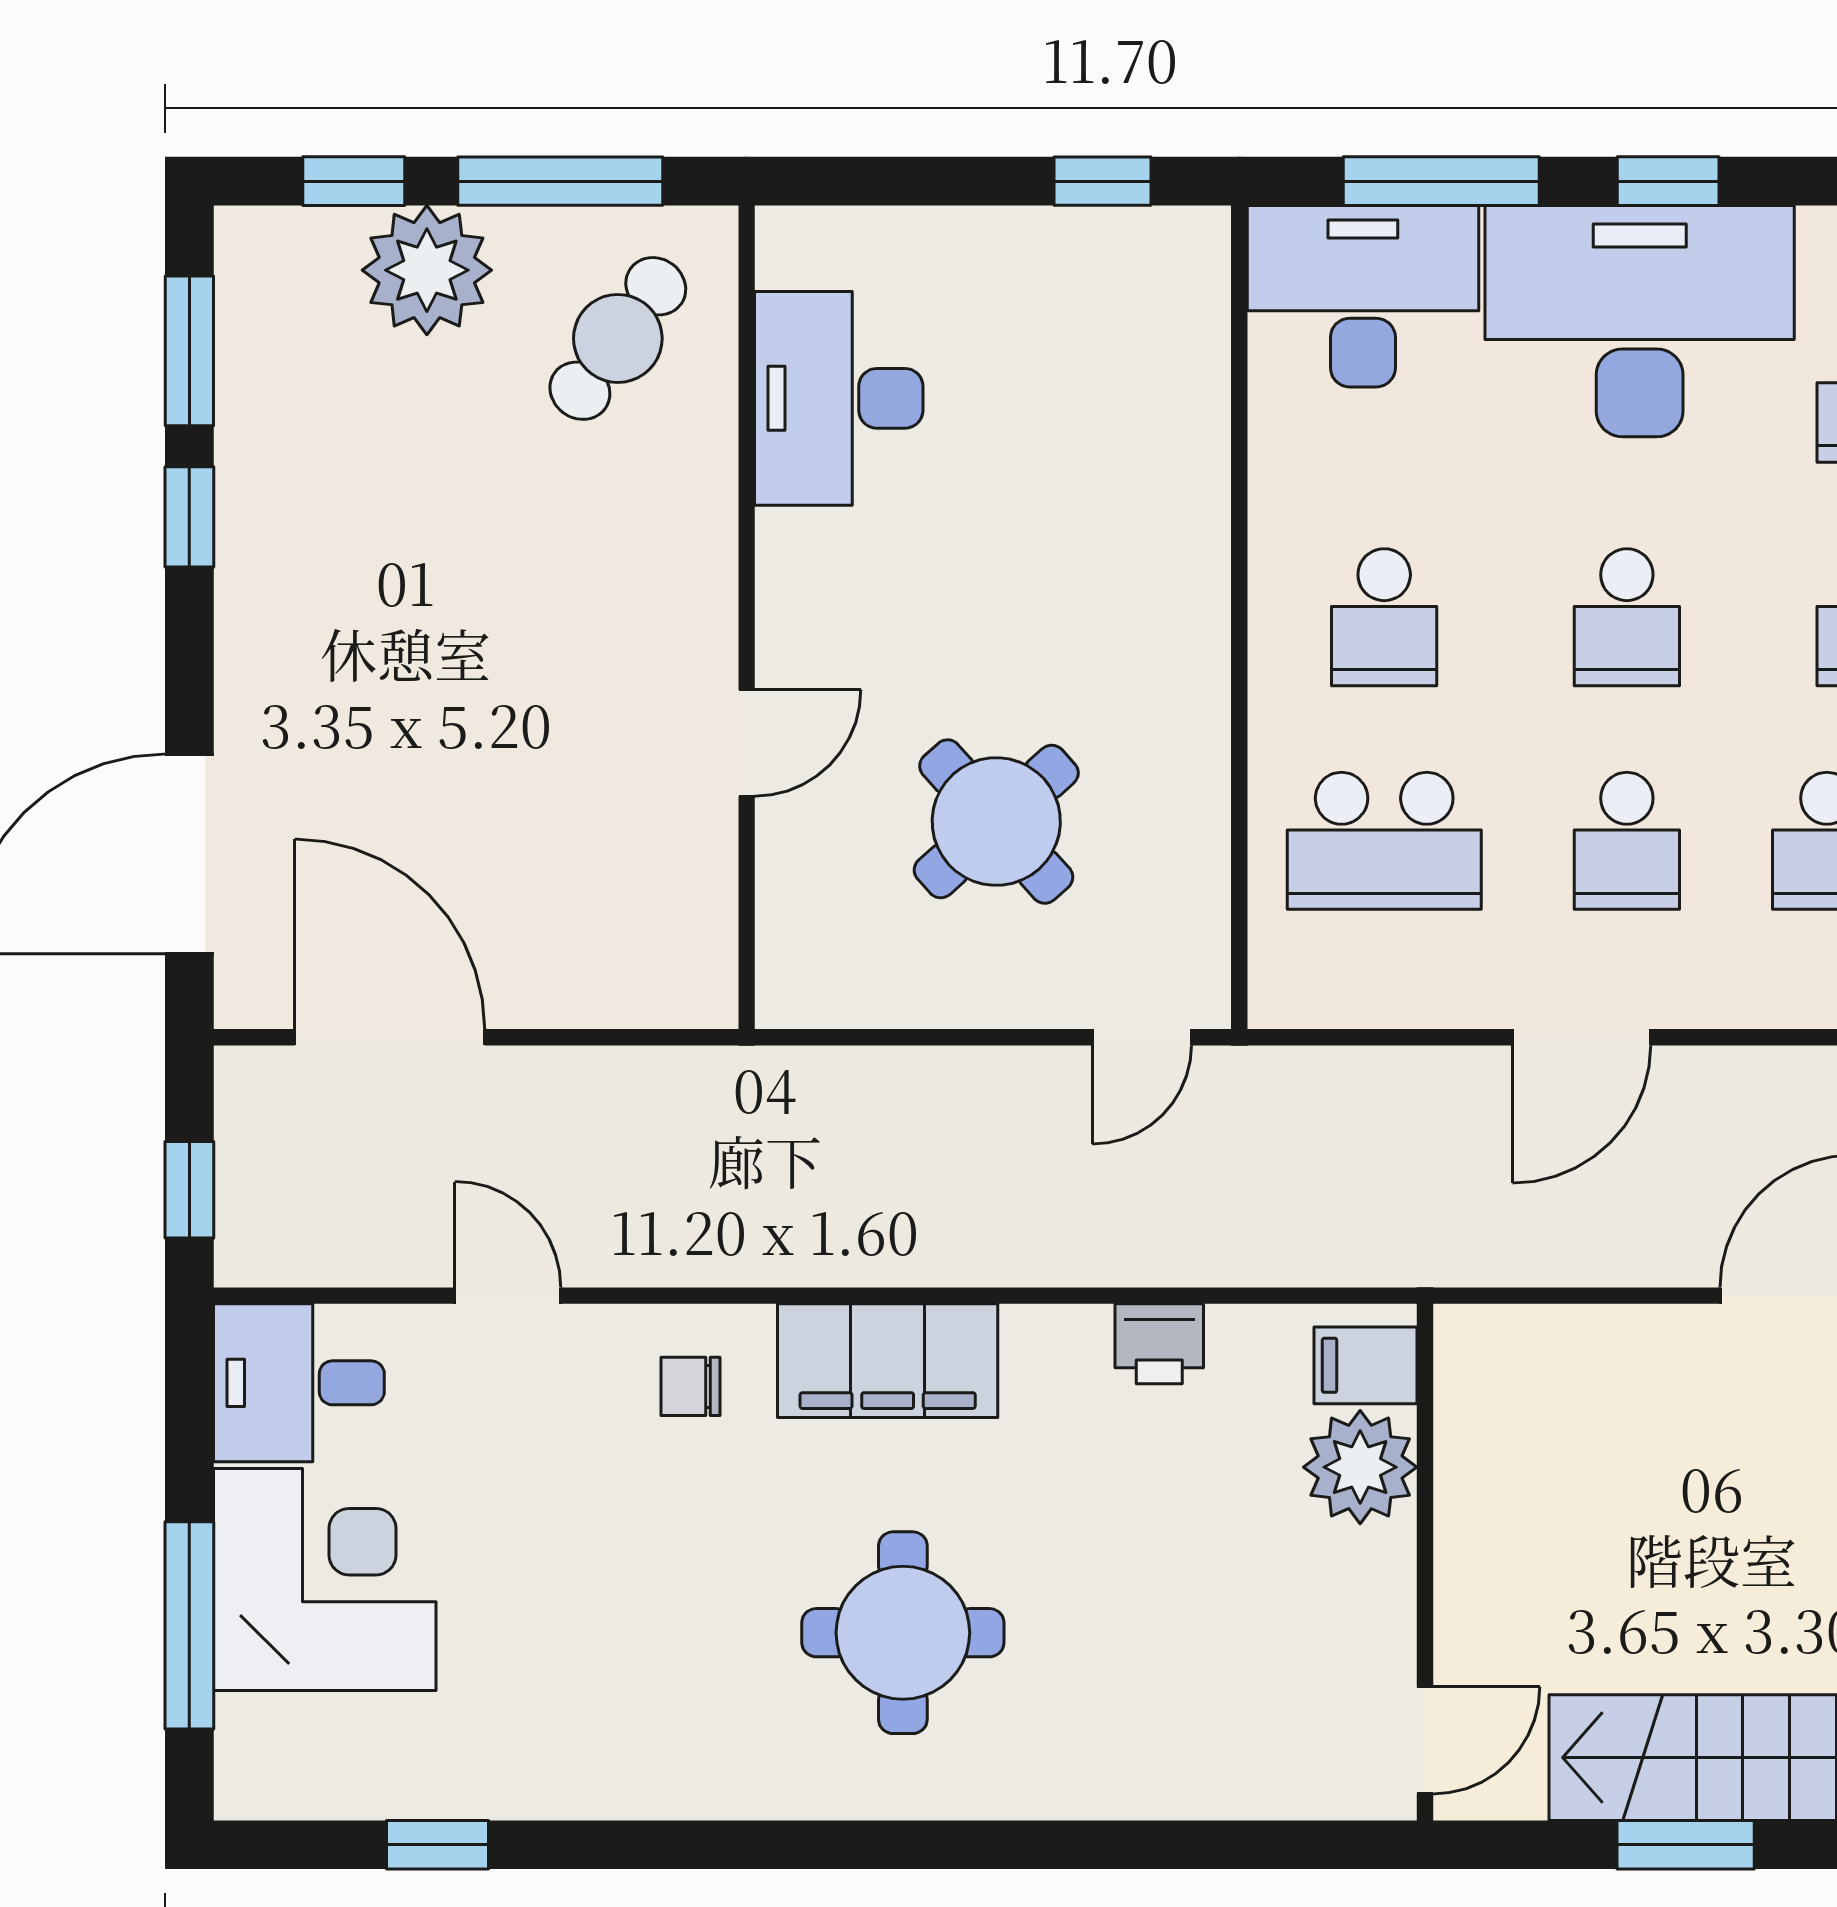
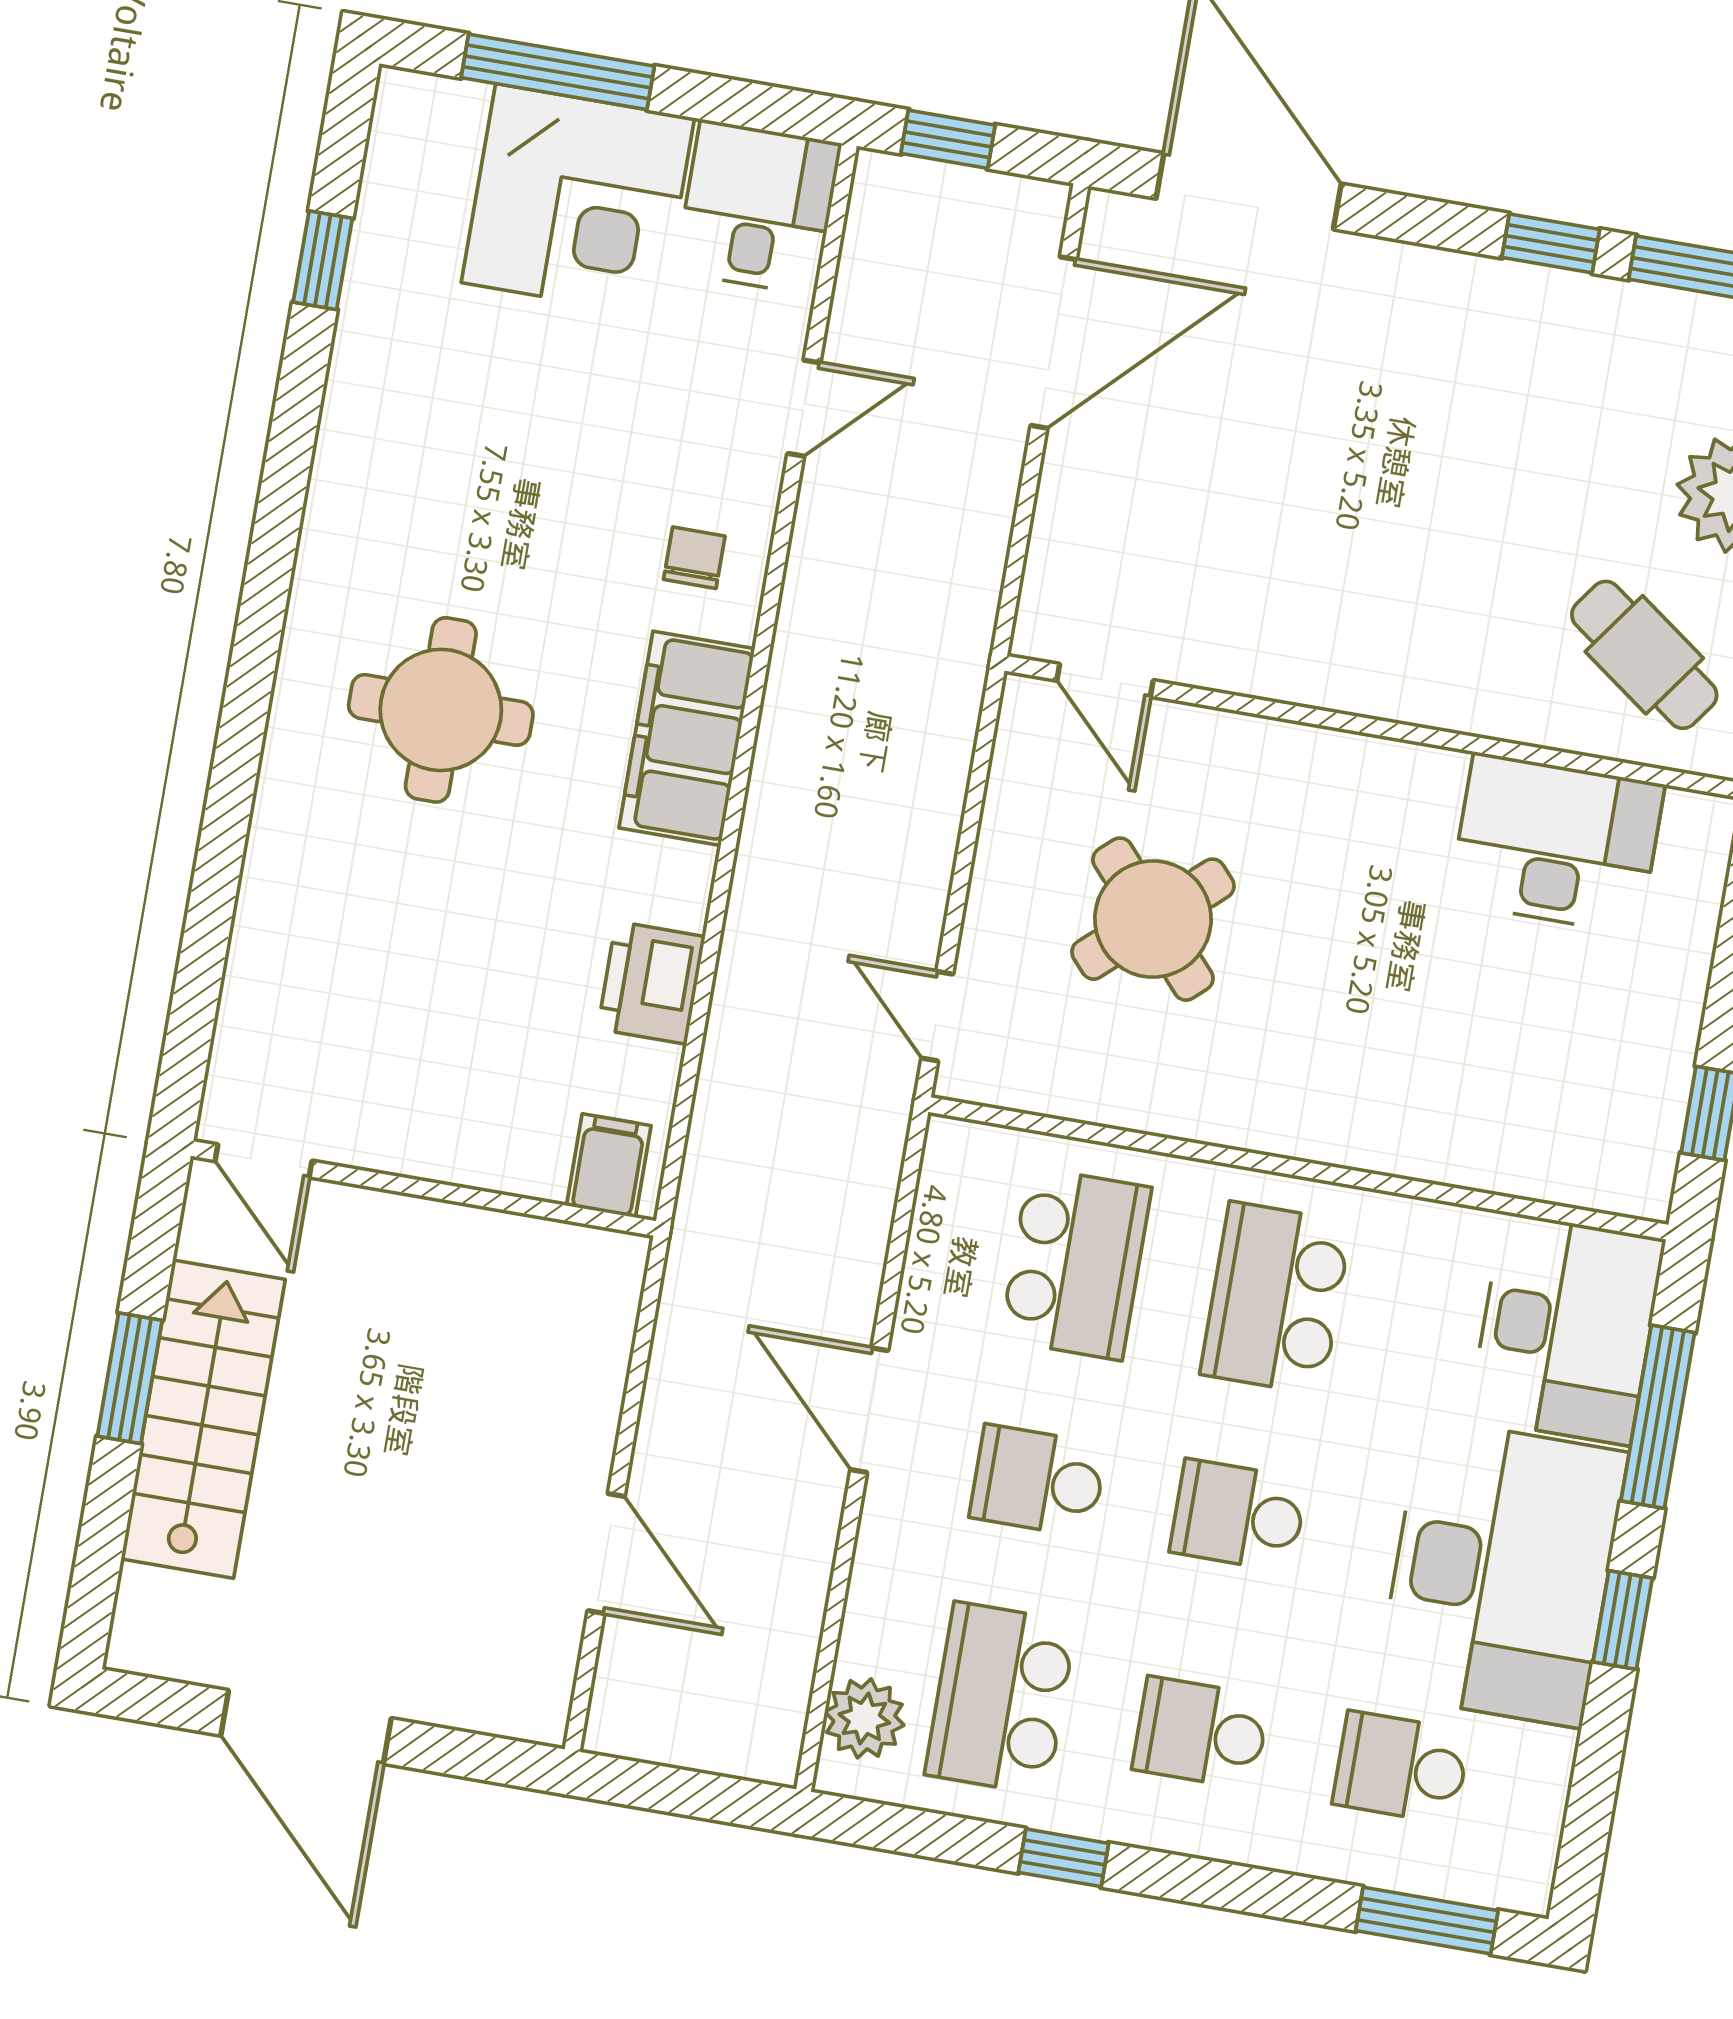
school desk: (1384, 617) -> (1276, 1298), width x1.85
door: (747, 743) -> (1105, 680), moved
school desk: (1384, 841) -> (1076, 1264), turned 180
printer: (1159, 1344) -> (651, 983), width x1.36, depth x1.24
plant: (1360, 1467) -> (518, 1145), removed

